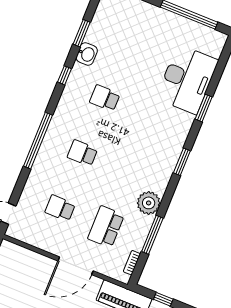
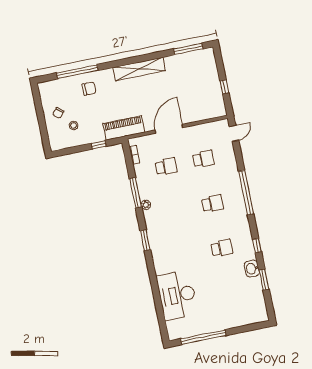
window: (204, 108) -> (154, 284), removed
plant: (149, 203) -> (146, 205), width x0.53, depth x0.53
school desk: (106, 227) -> (166, 167), width x0.54
window: (152, 235) -> (136, 193), moved

